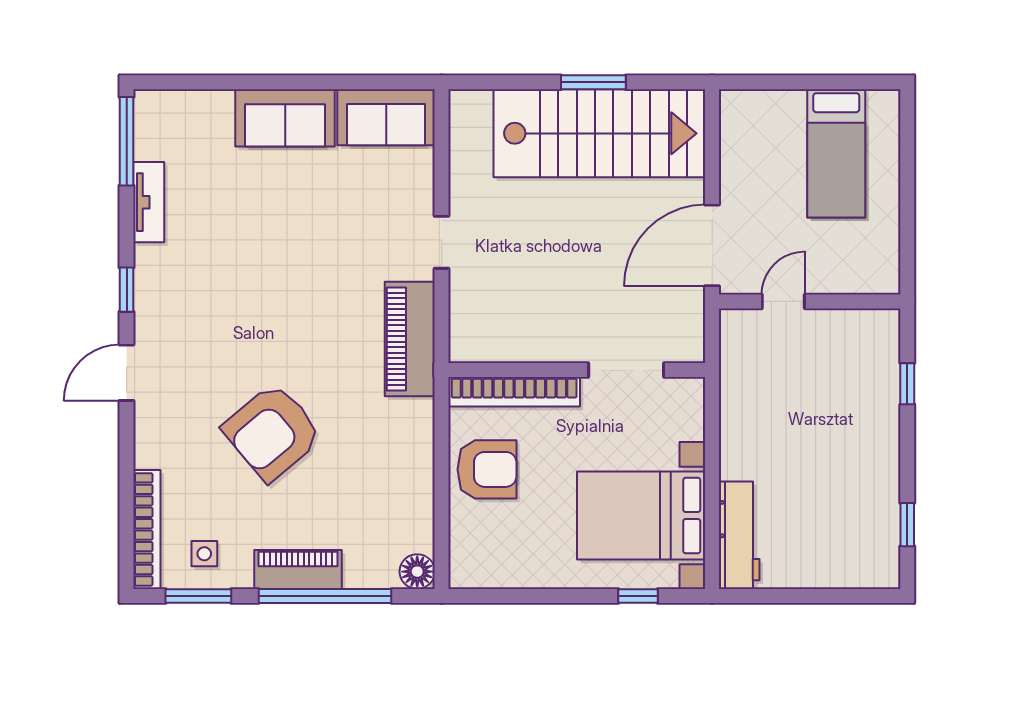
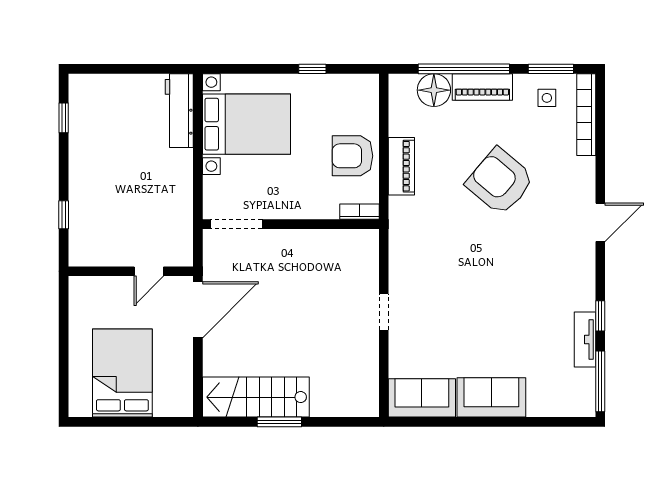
stairs: (599, 133) -> (256, 397), width x0.73, depth x0.66
bed: (836, 153) -> (122, 373), width x1.50
window: (127, 290) -> (600, 316), moved
piano: (410, 339) -> (401, 166), moved, width x0.73, depth x0.75
doorway: (626, 370) -> (236, 224), moved
bookcase: (514, 392) -> (359, 212), width x0.43, depth x0.76
armchair: (272, 432) -> (500, 181), turned -100
floor lamp: (417, 572) -> (434, 90), moved, width x1.38, depth x1.38
window: (638, 596) -> (312, 69), moved

